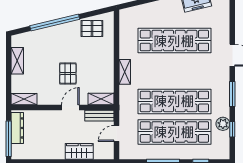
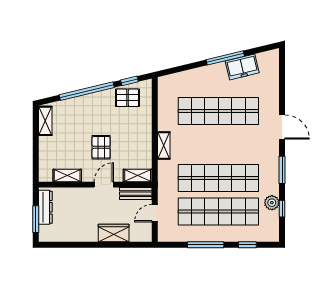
window: (94, 13) -> (129, 81), added
shelving: (17, 61) -> (45, 121), moved
shelving: (24, 99) -> (67, 175), moved
window: (9, 139) -> (36, 219), width x0.69

